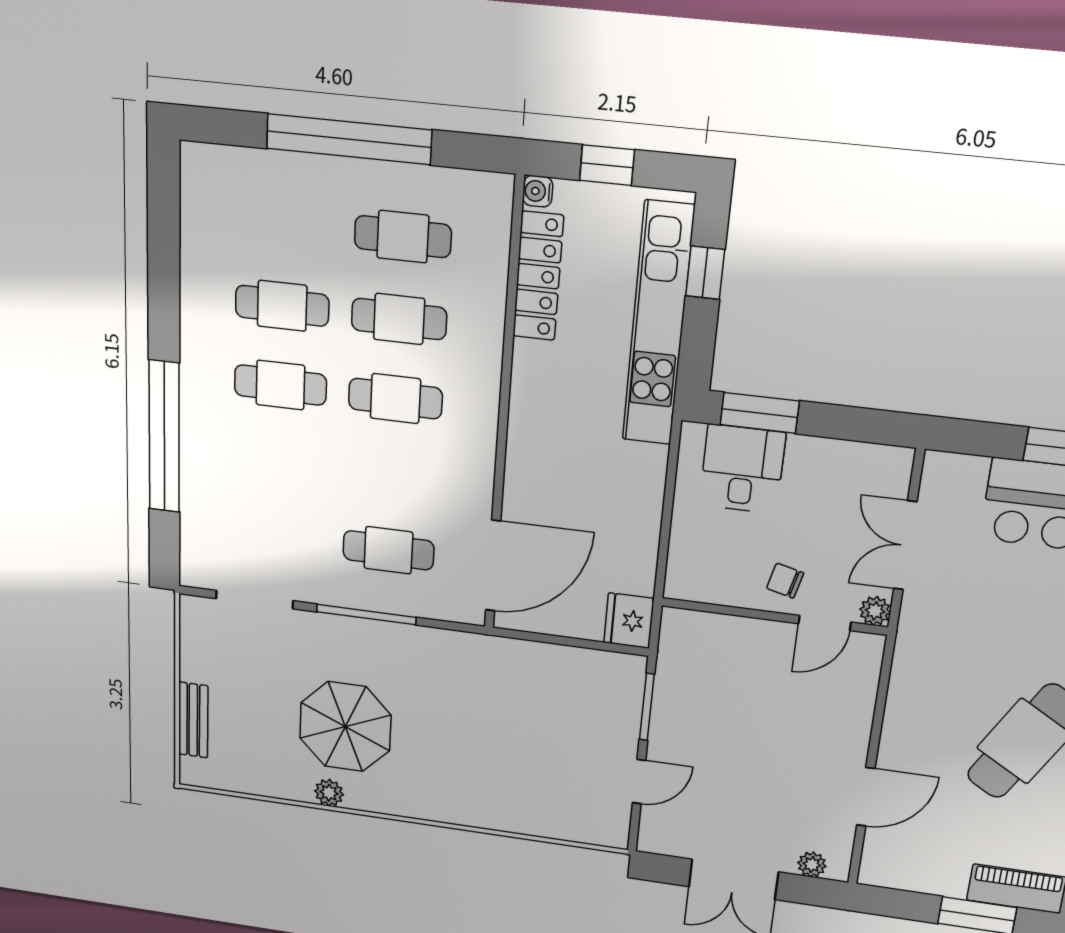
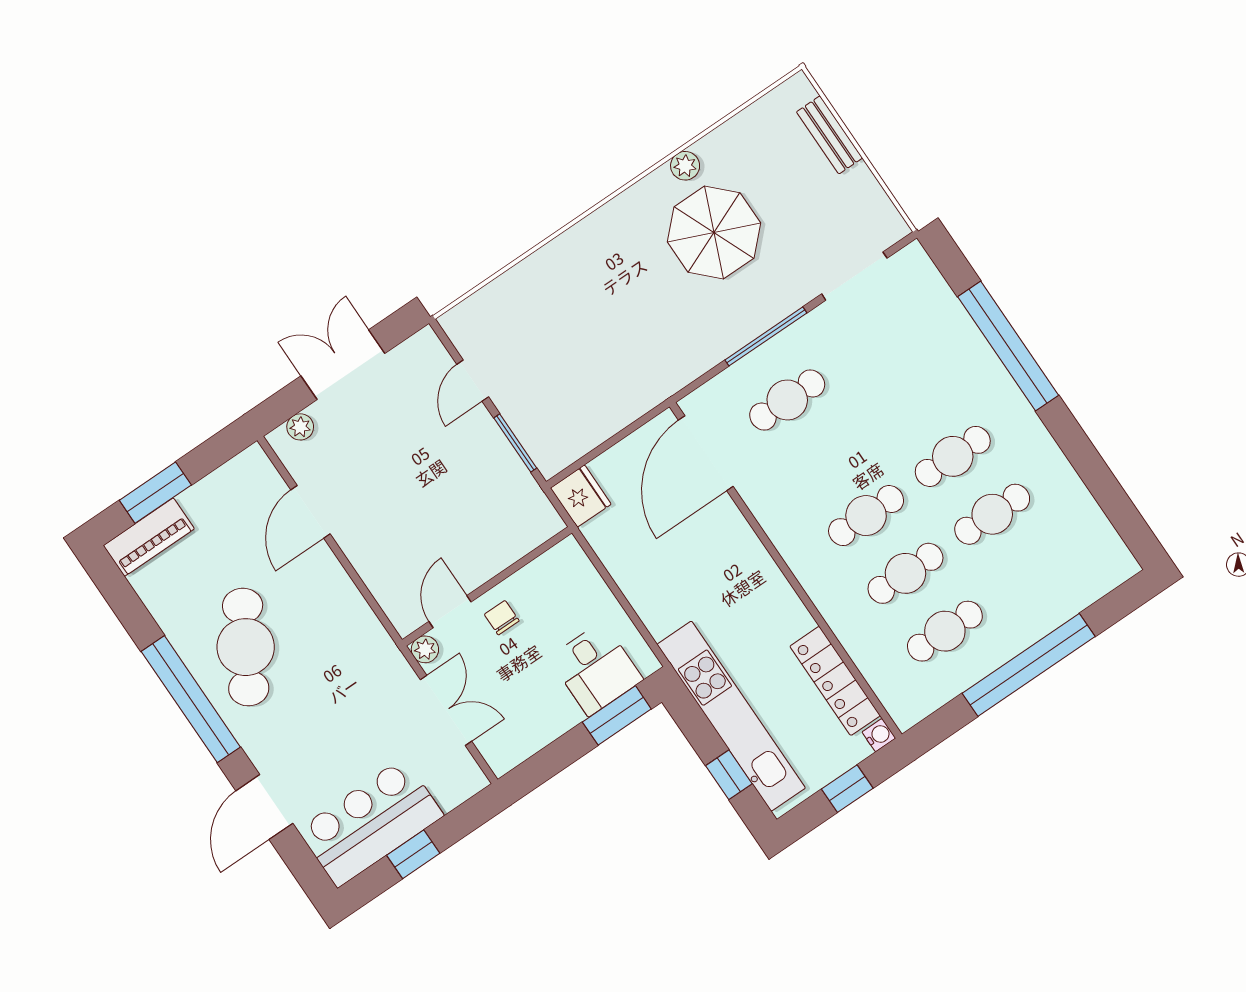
chair: (785, 581) -> (502, 618), turned -104

